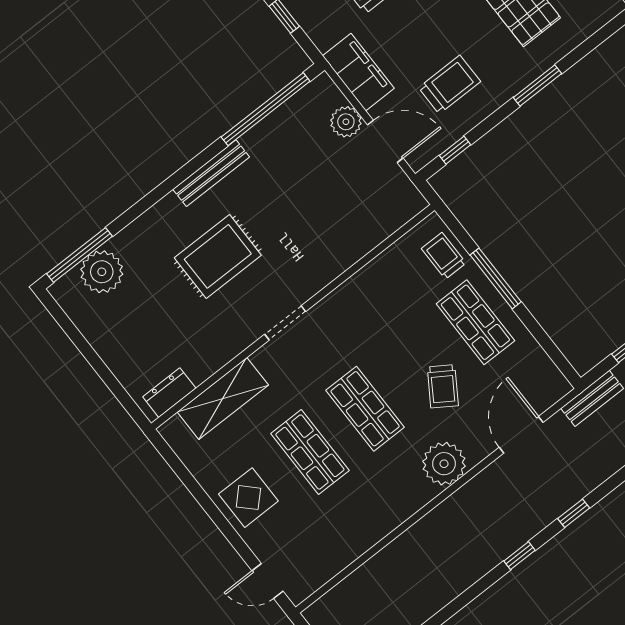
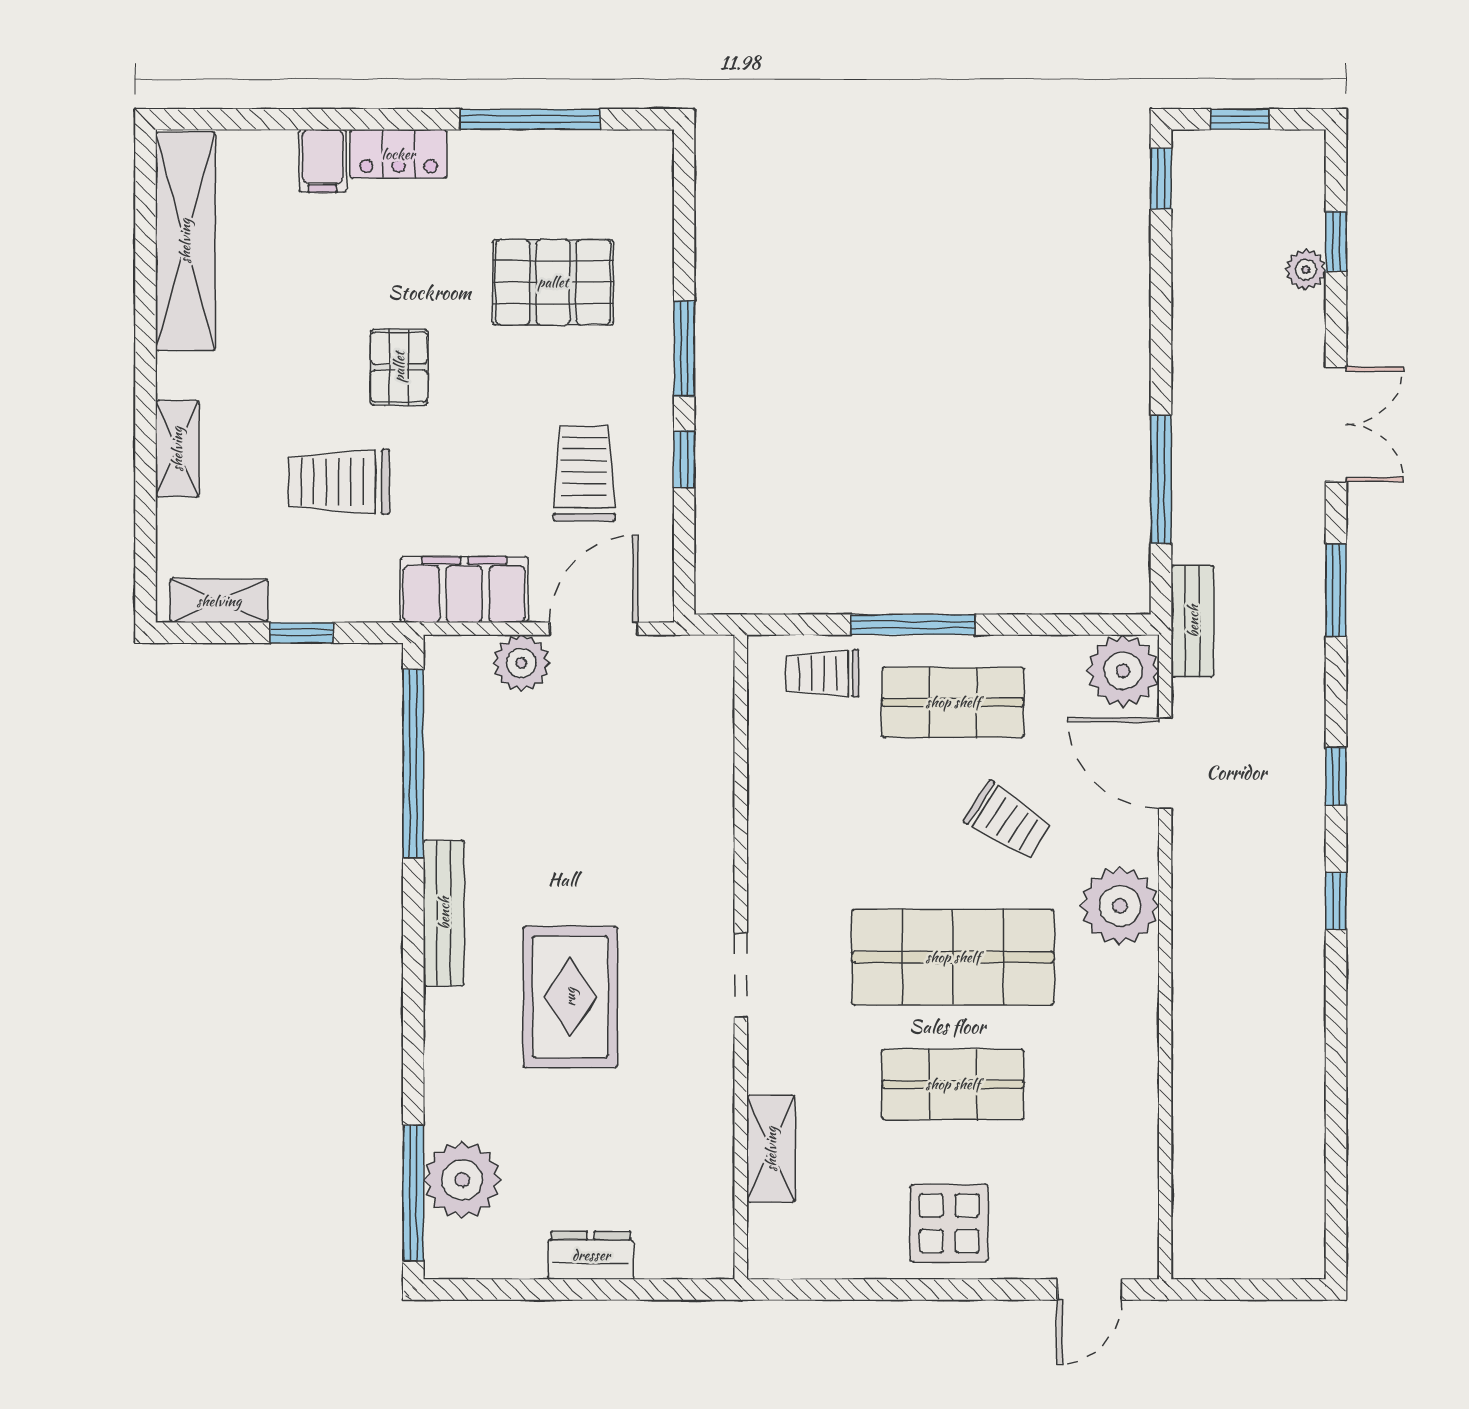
window: (455, 150) -> (684, 459), moved
plant: (547, 385) -> (1123, 671), added
dresser: (169, 393) -> (591, 1255), moved, turned 90
shelving: (223, 398) -> (771, 1149), width x0.67, depth x0.75
shop shelf: (365, 409) -> (953, 957), width x1.43, depth x1.36

